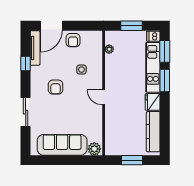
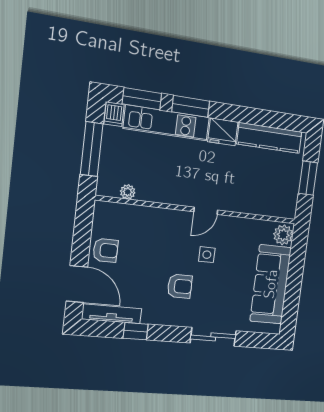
window: (131, 26) -> (92, 149), width x1.44
side table: (81, 70) -> (207, 255), moved

